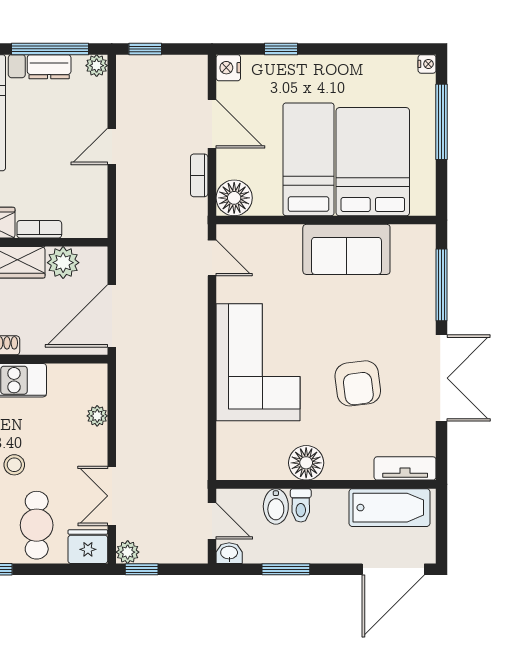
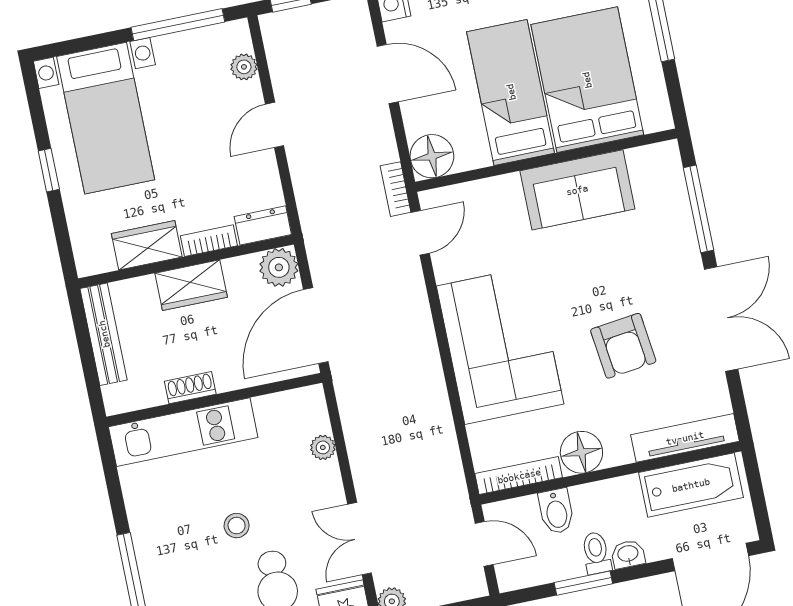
plant: (97, 66) -> (244, 67), moved
dresser: (49, 67) -> (263, 225), moved, turned 180
bookcase: (199, 175) -> (396, 189), moved
door: (212, 258) -> (420, 233), hinge flipped
plant: (63, 263) -> (279, 267), moved
tv unit: (405, 468) -> (685, 438), width x1.41
bookcase: (251, 471) -> (519, 476), added
toilet: (301, 505) -> (596, 553), moved, turned 180
washbasin: (229, 553) -> (628, 554), moved

